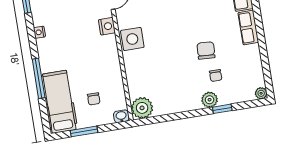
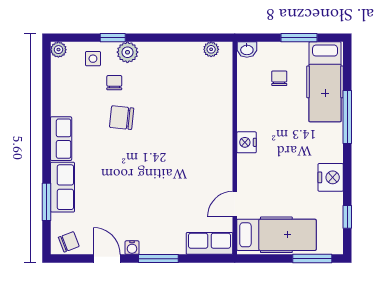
nightstand: (107, 26) -> (246, 142), moved
nightstand: (39, 32) -> (331, 177), width x1.89, depth x1.79
side table: (132, 39) -> (93, 59), moved, width x0.54, depth x0.54
chair: (206, 50) -> (122, 118), turned 93
plant: (142, 108) -> (211, 49), width x0.53, depth x0.53

